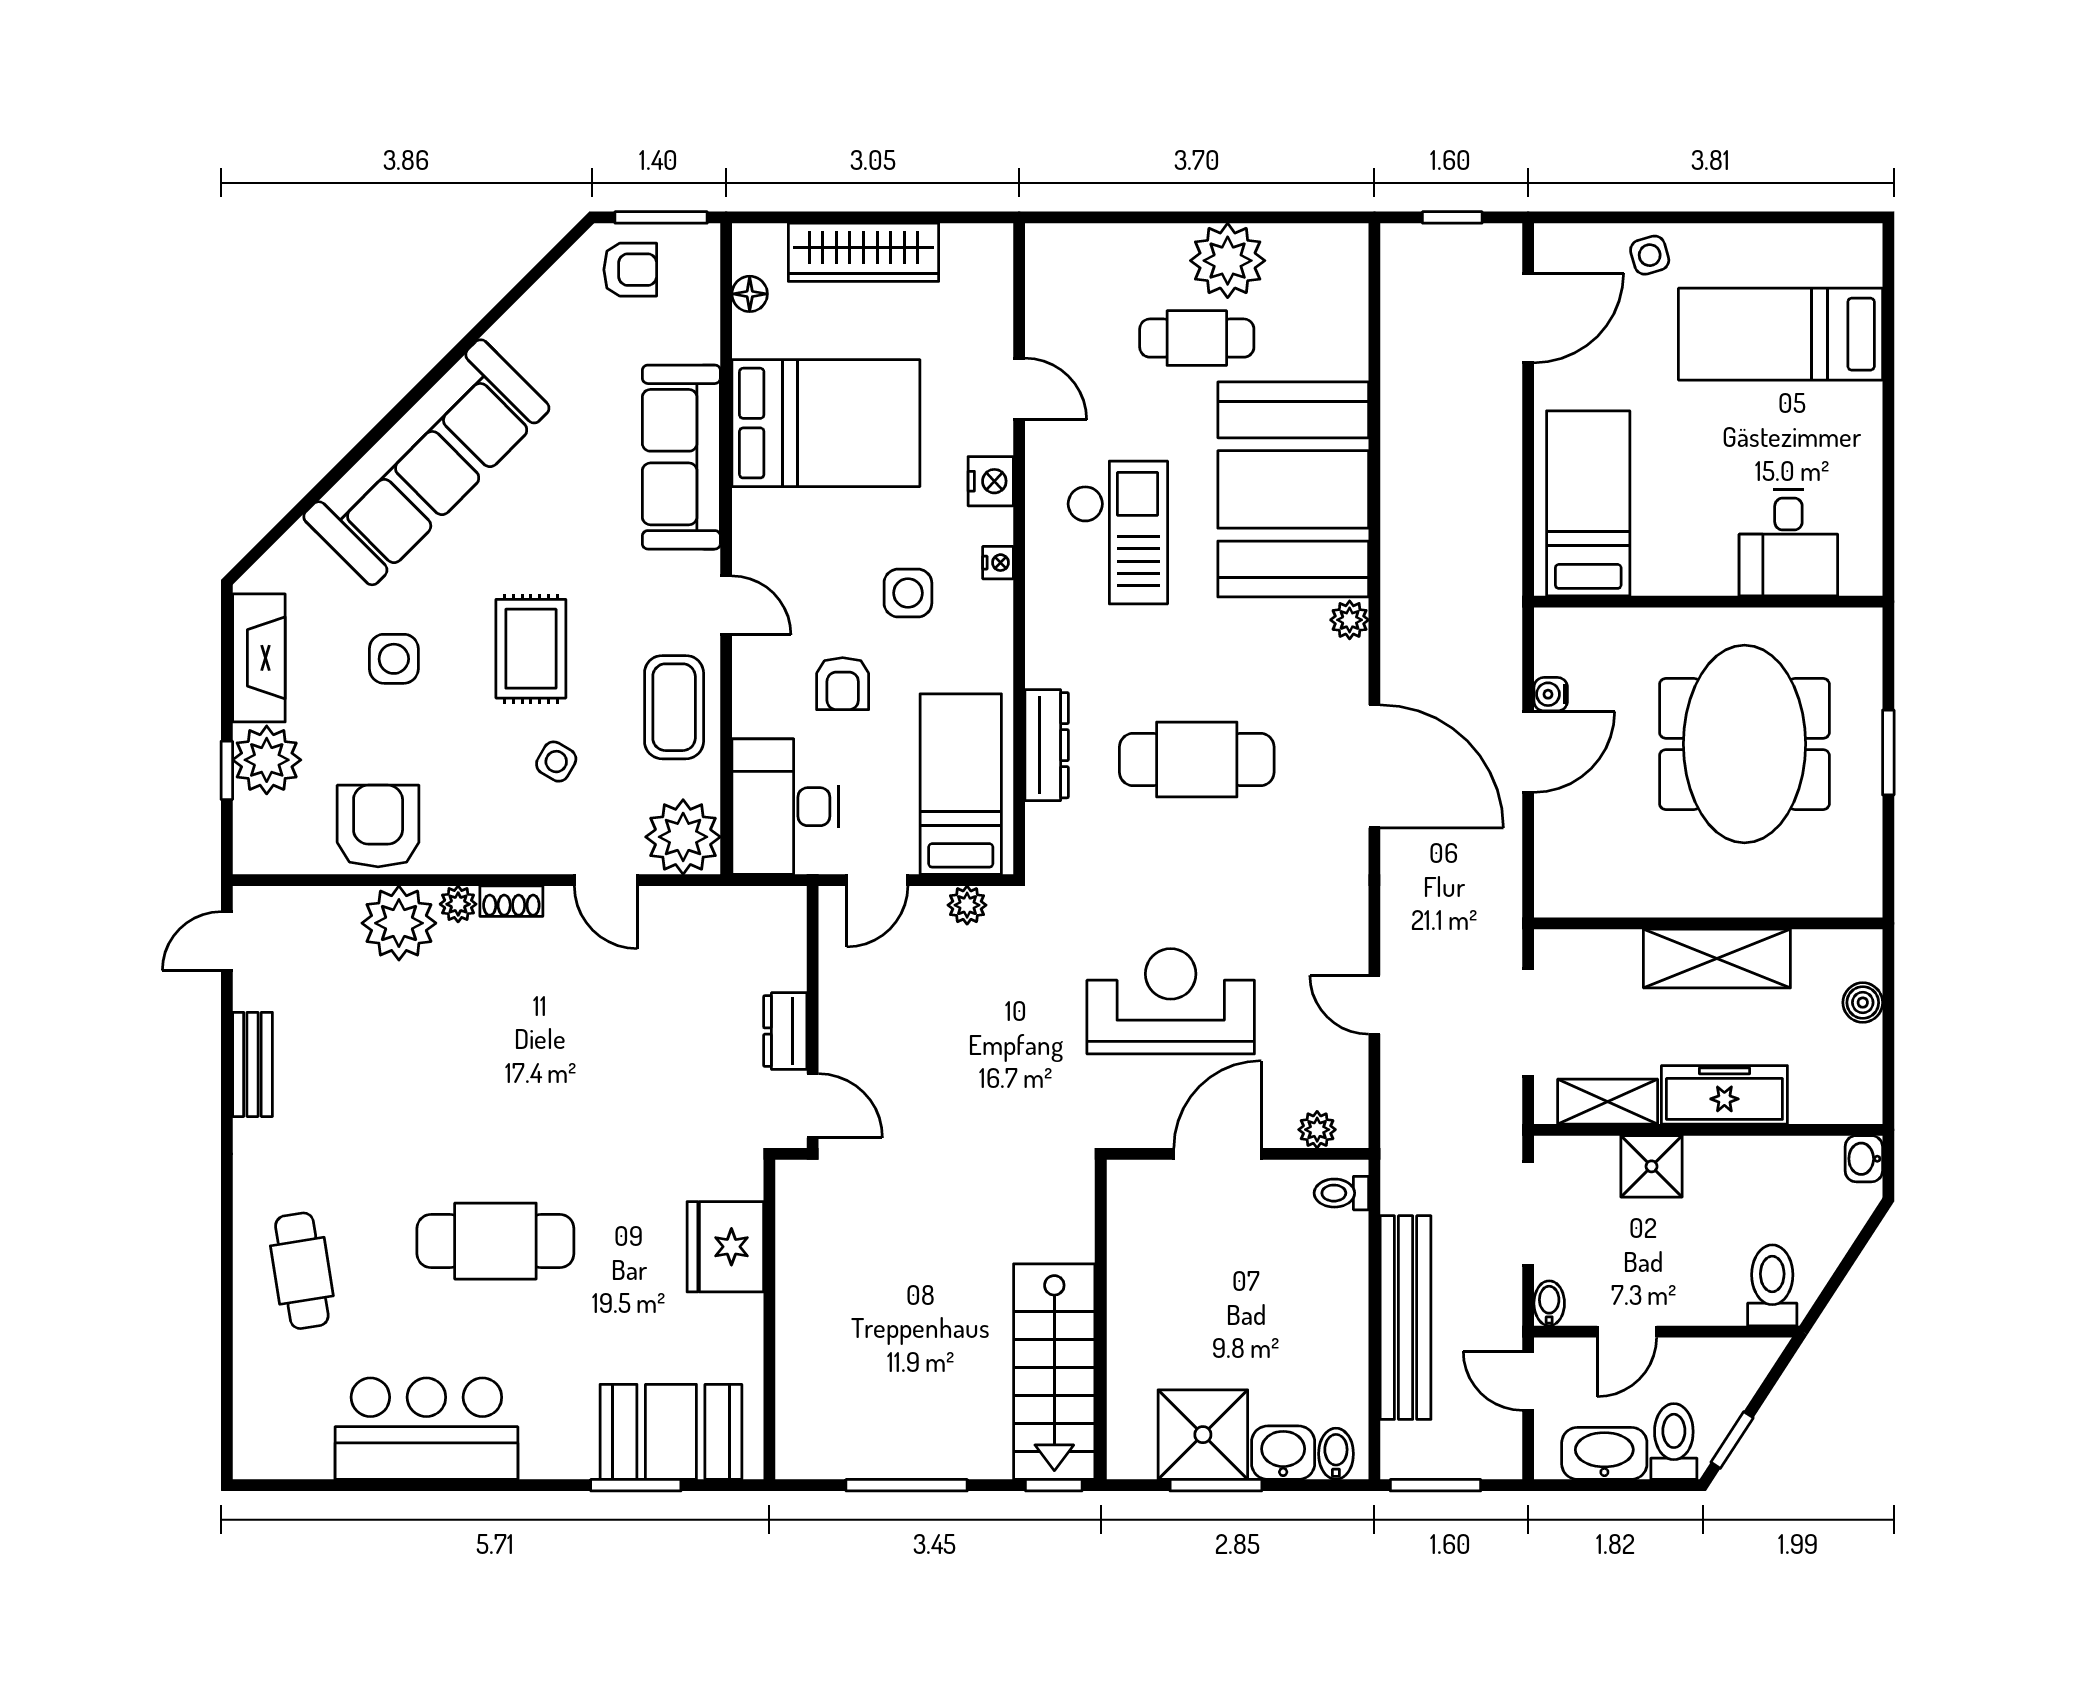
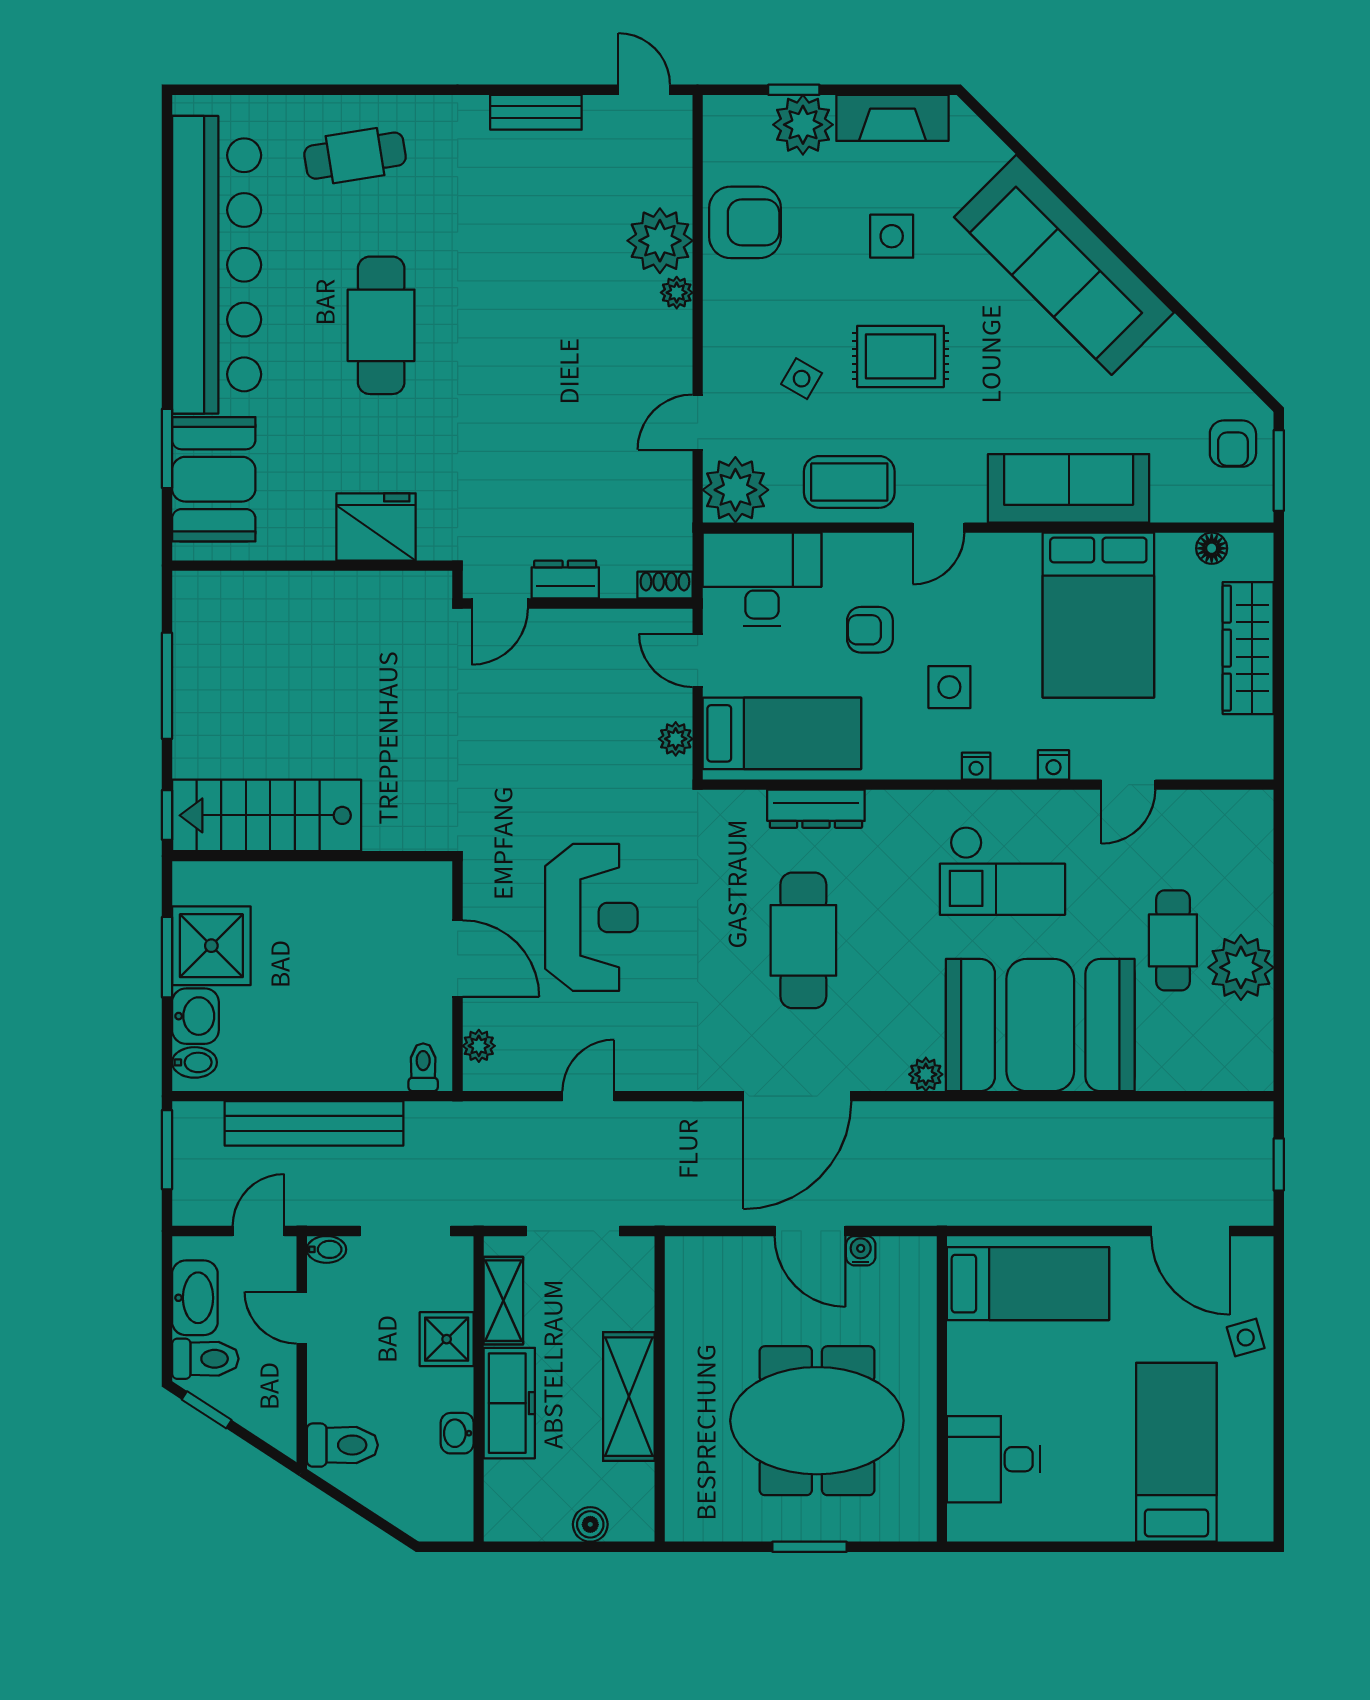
nightstand: (991, 481) -> (1053, 765), width x0.72, depth x0.74
shoe rack: (511, 901) -> (665, 585), moved, turned 90
washbasin: (1864, 1159) -> (457, 1433), moved, turned -90
bar counter: (426, 1429) -> (217, 265), width x1.86

